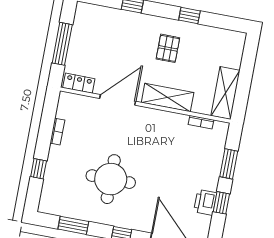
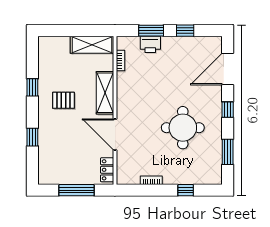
printer: (205, 202) -> (150, 44), moved

